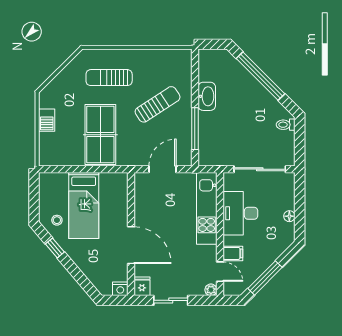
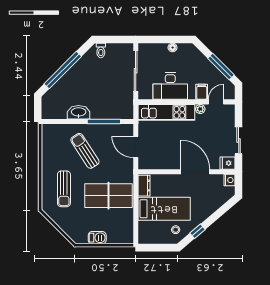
dresser: (113, 180) -> (144, 186), added
door: (131, 245) -> (195, 172), hinge flipped
plant: (211, 290) -> (200, 109), moved

